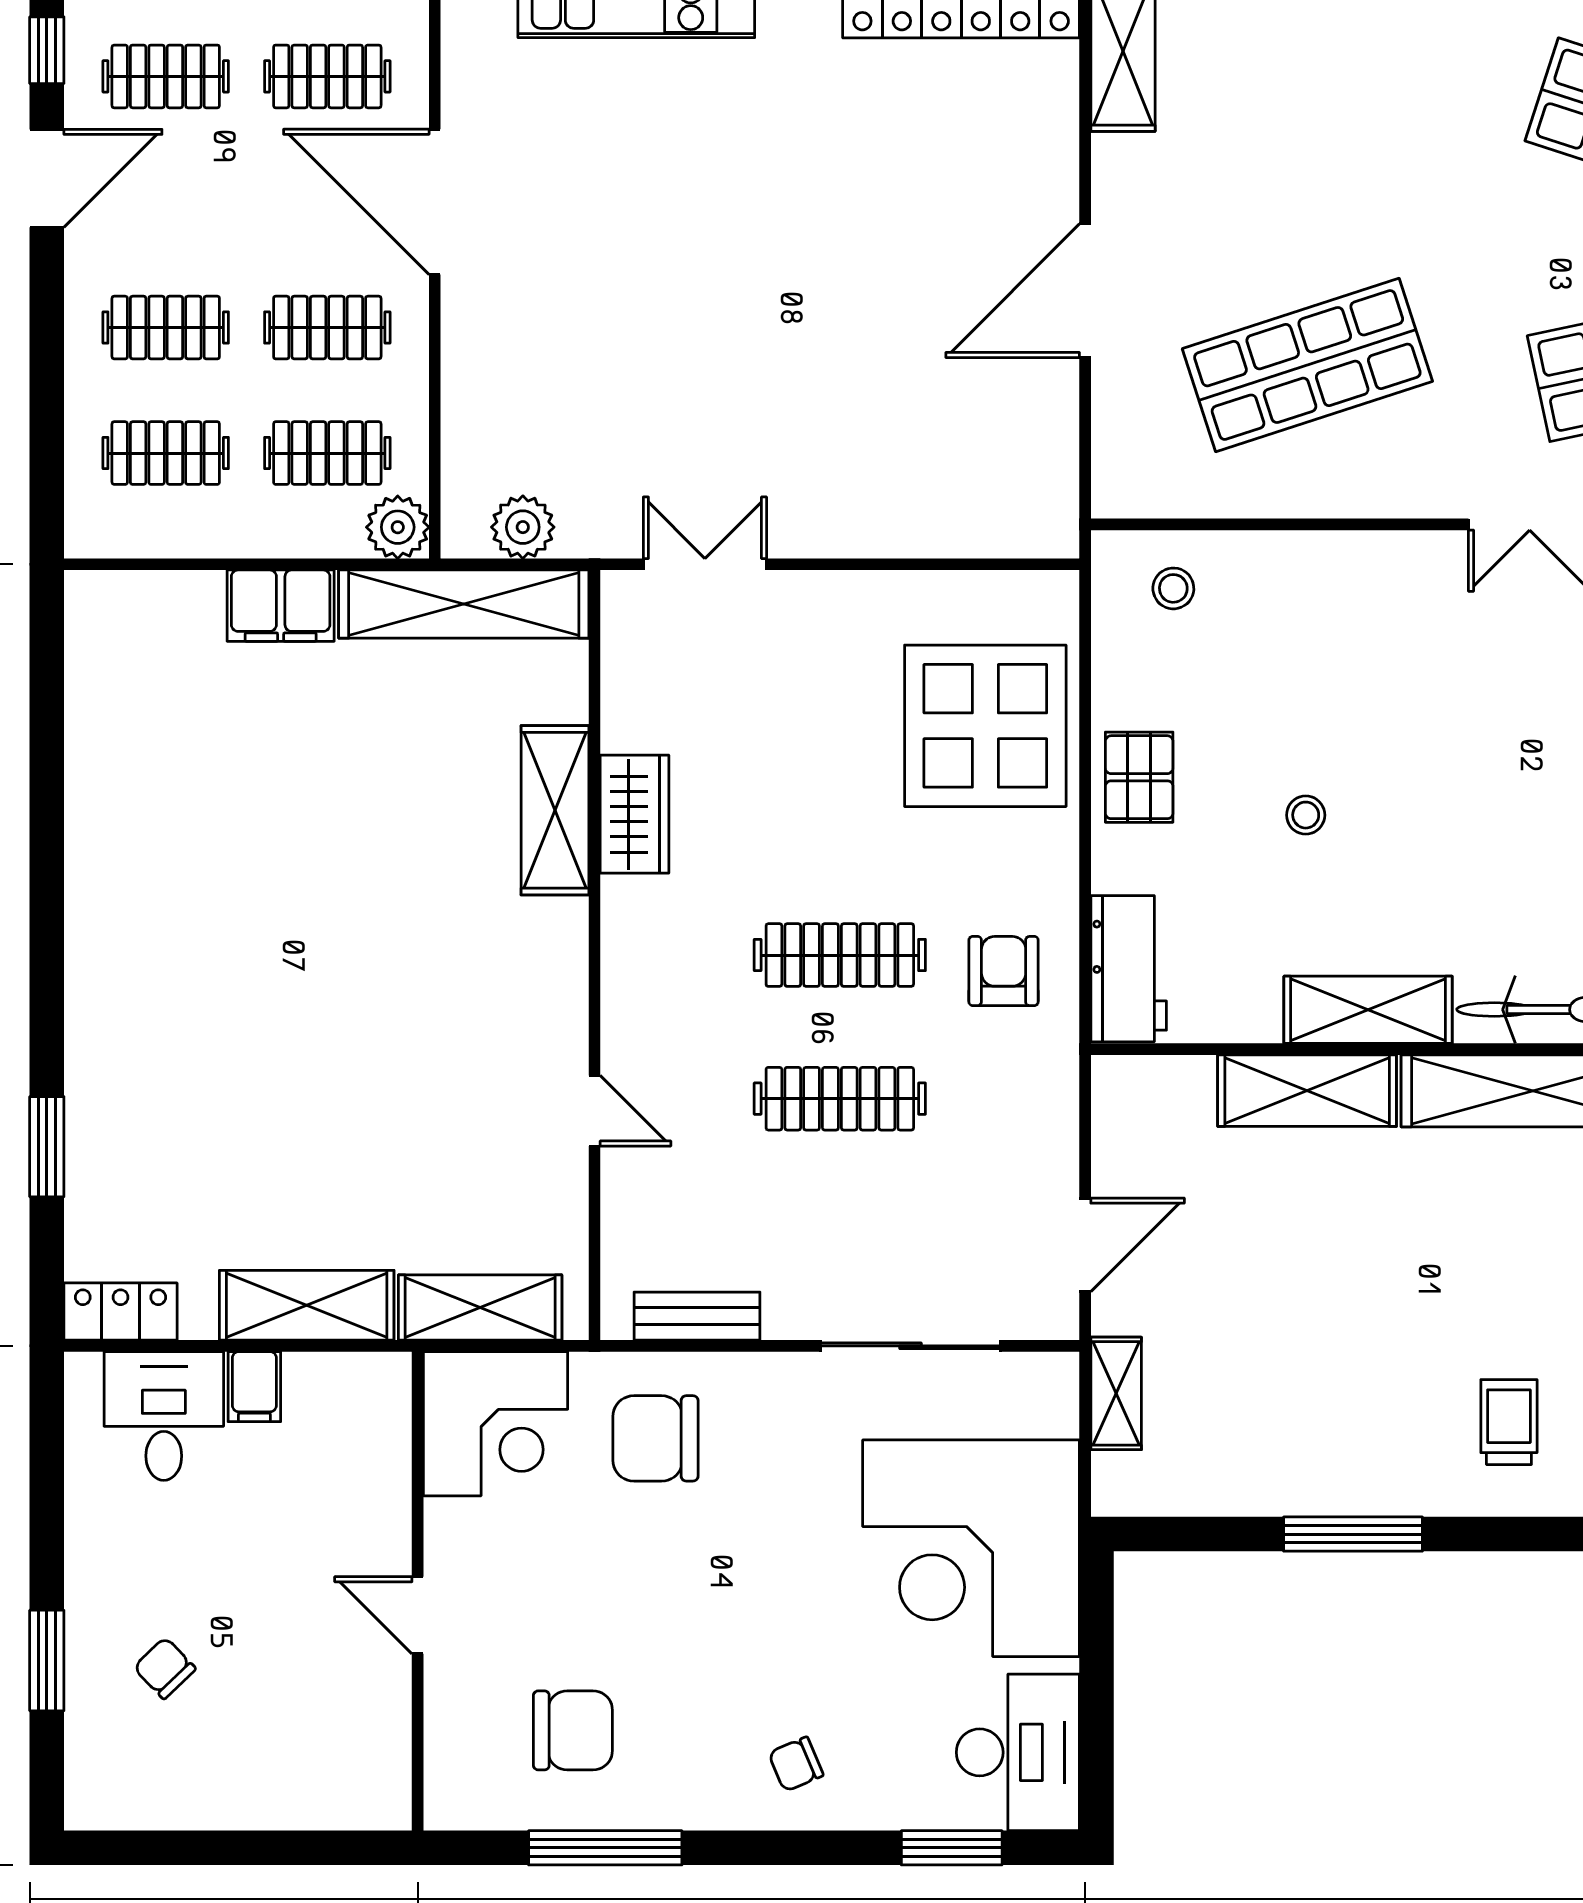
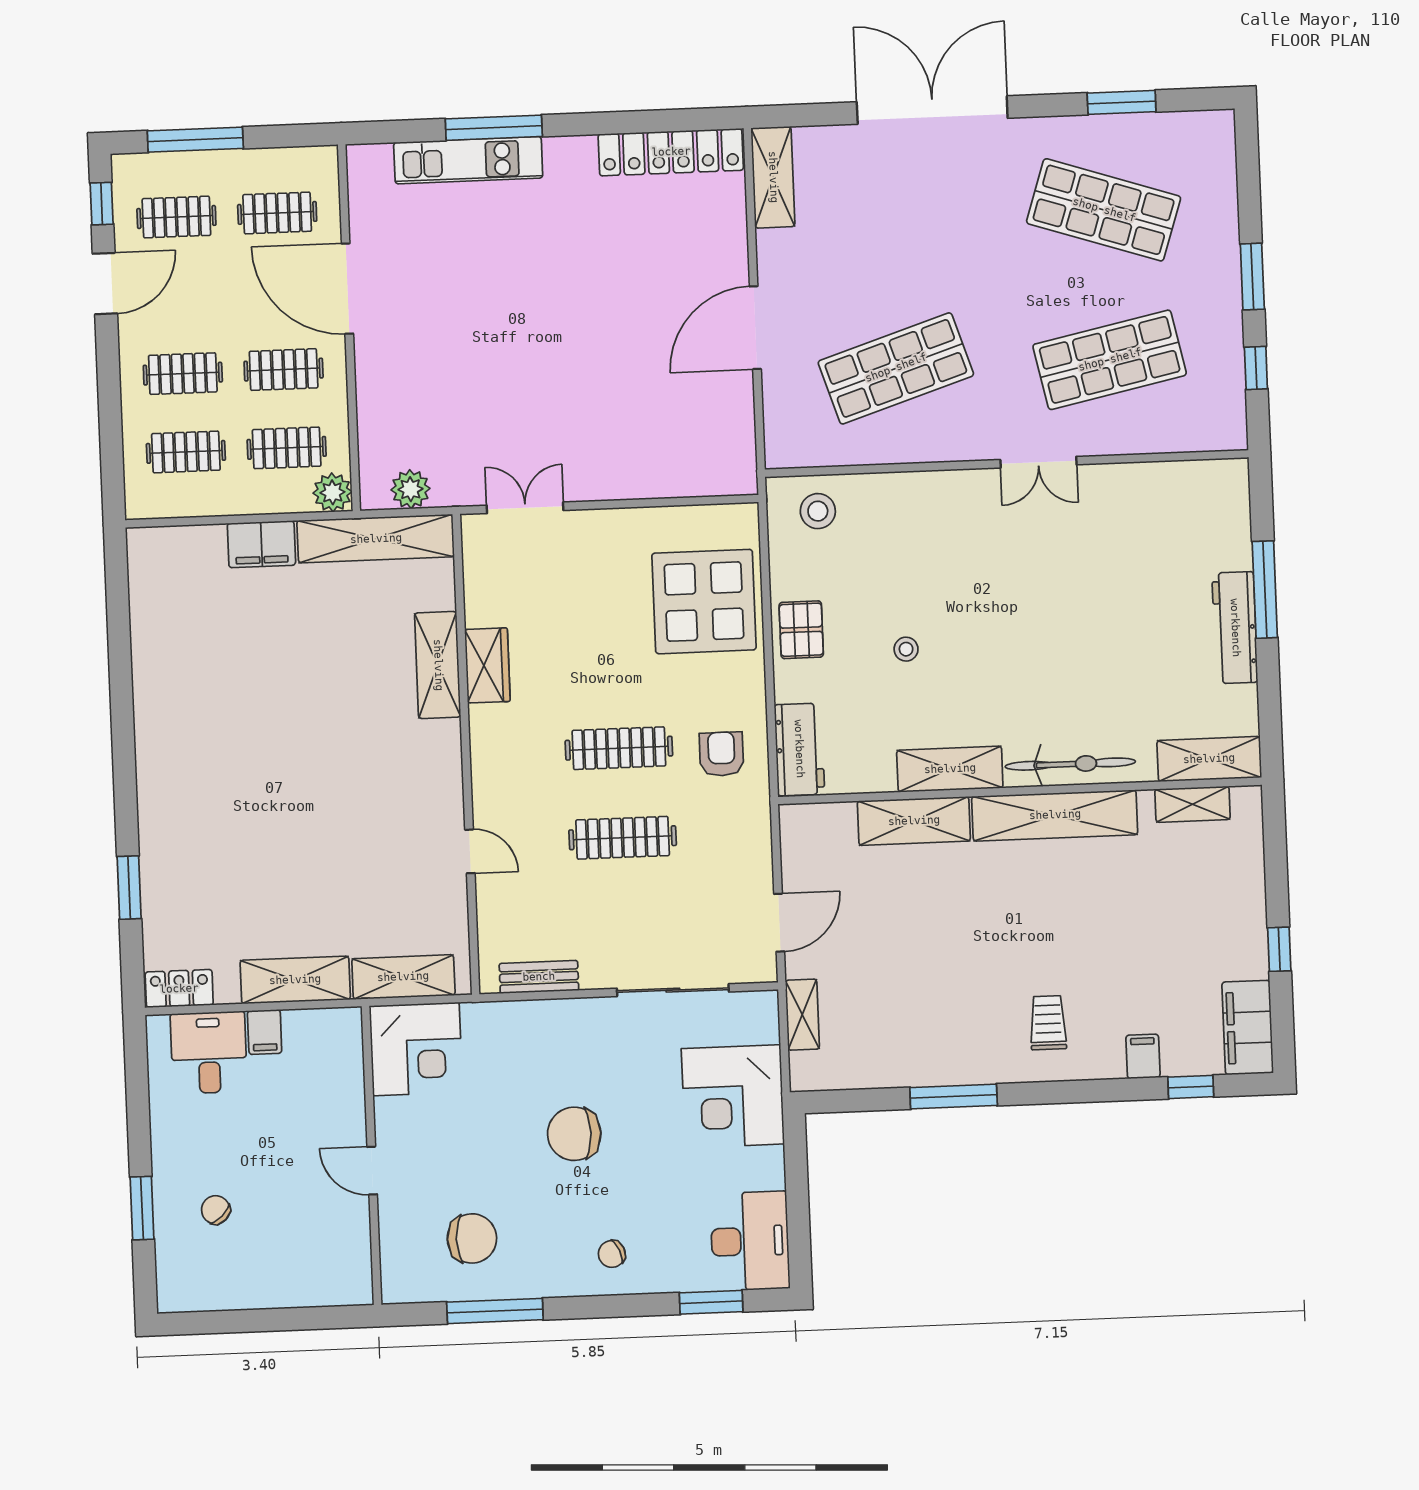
stool: (1173, 588) -> (818, 511), width x1.37, depth x1.37
chair: (655, 1438) -> (574, 1134), moved
corner desk: (971, 1548) -> (733, 1096), width x0.74, depth x0.74

